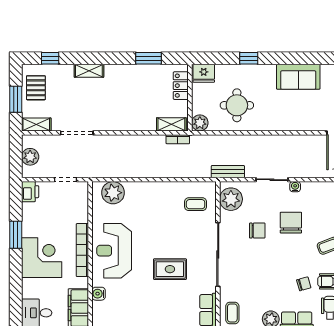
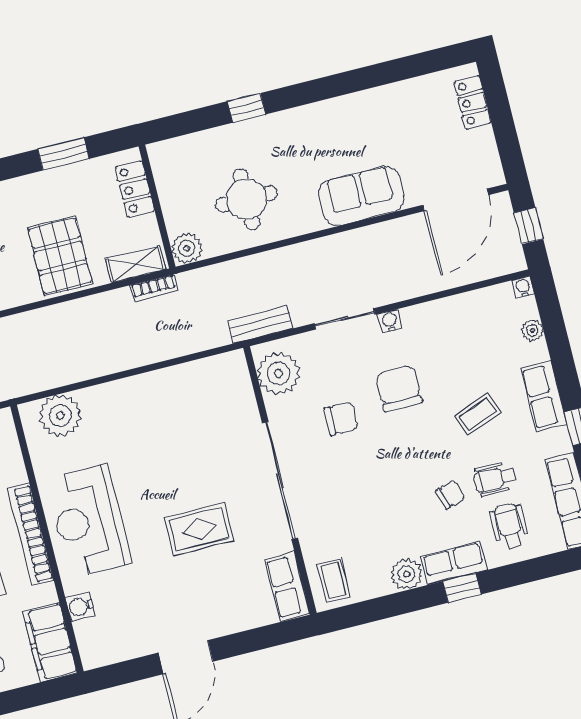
fridge: (204, 73) -> (171, 156), removed
sofa: (298, 77) -> (361, 196), moved, turned 180
pallet: (134, 110) -> (60, 256), added
coffee table: (196, 204) -> (216, 399), removed

